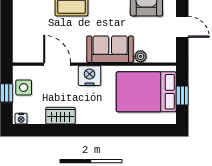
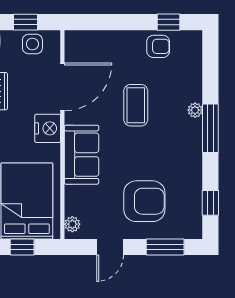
plant: (141, 56) -> (72, 224), moved
door: (57, 64) -> (62, 87), width x1.36

